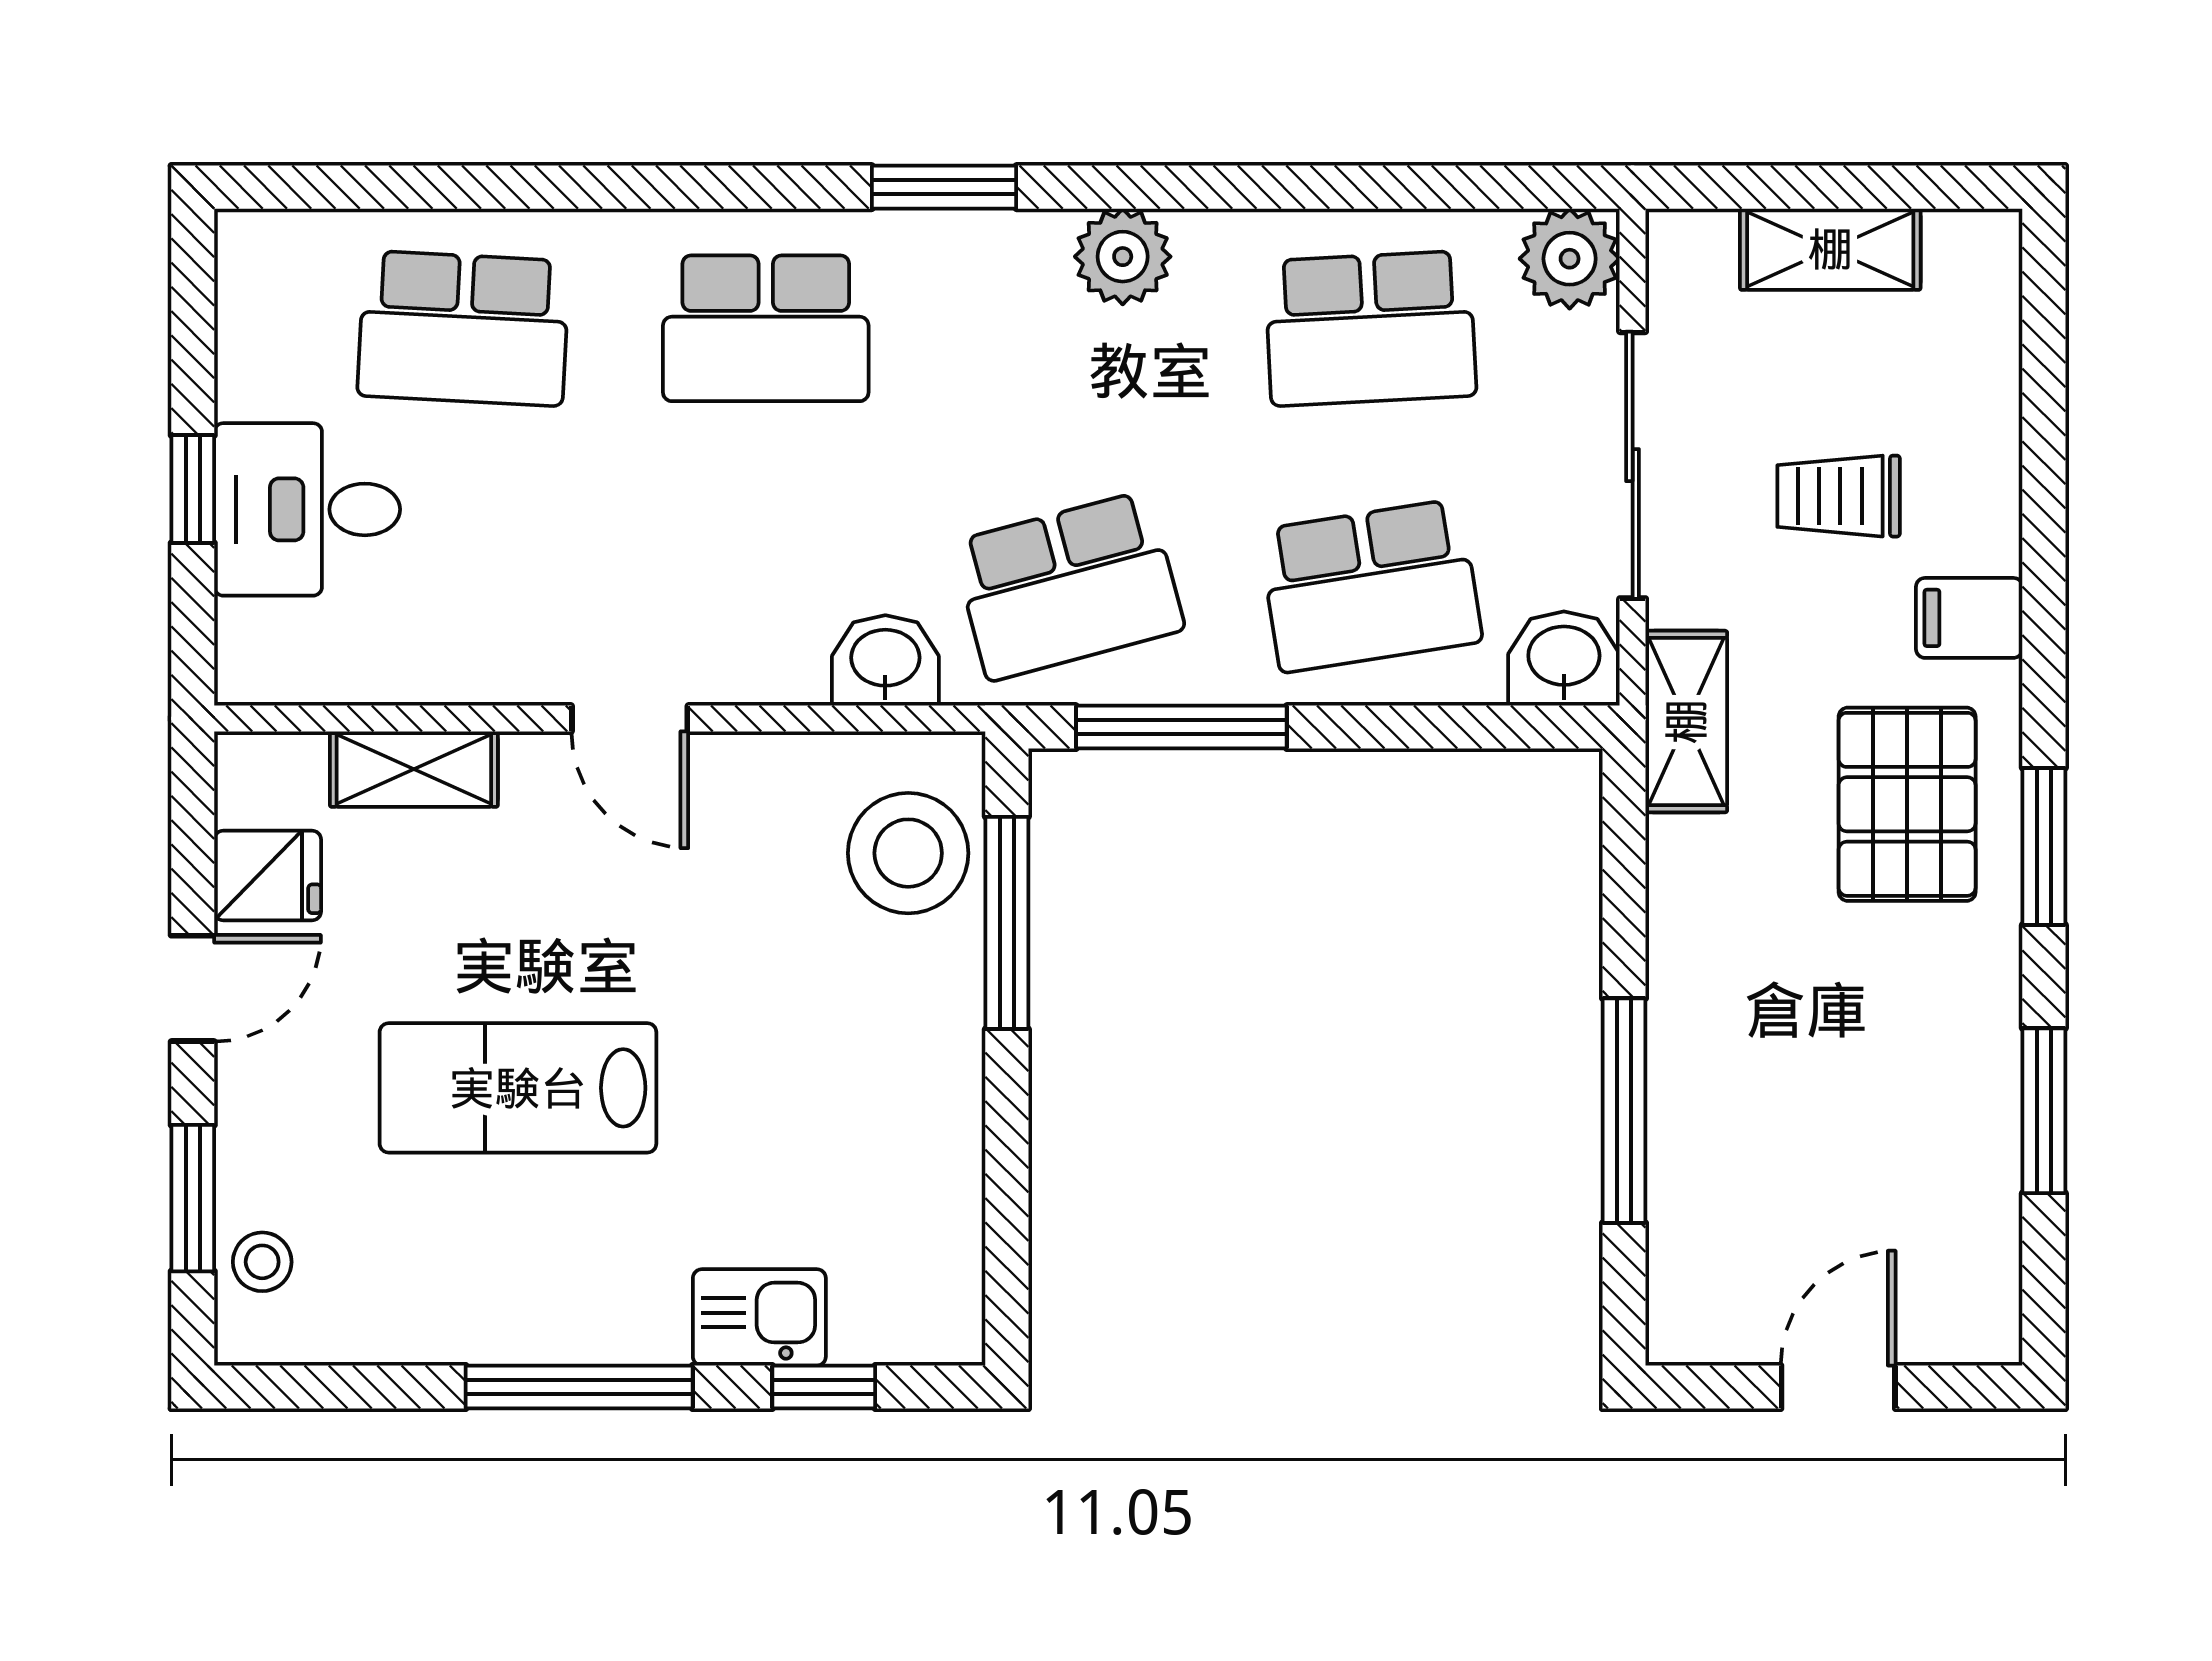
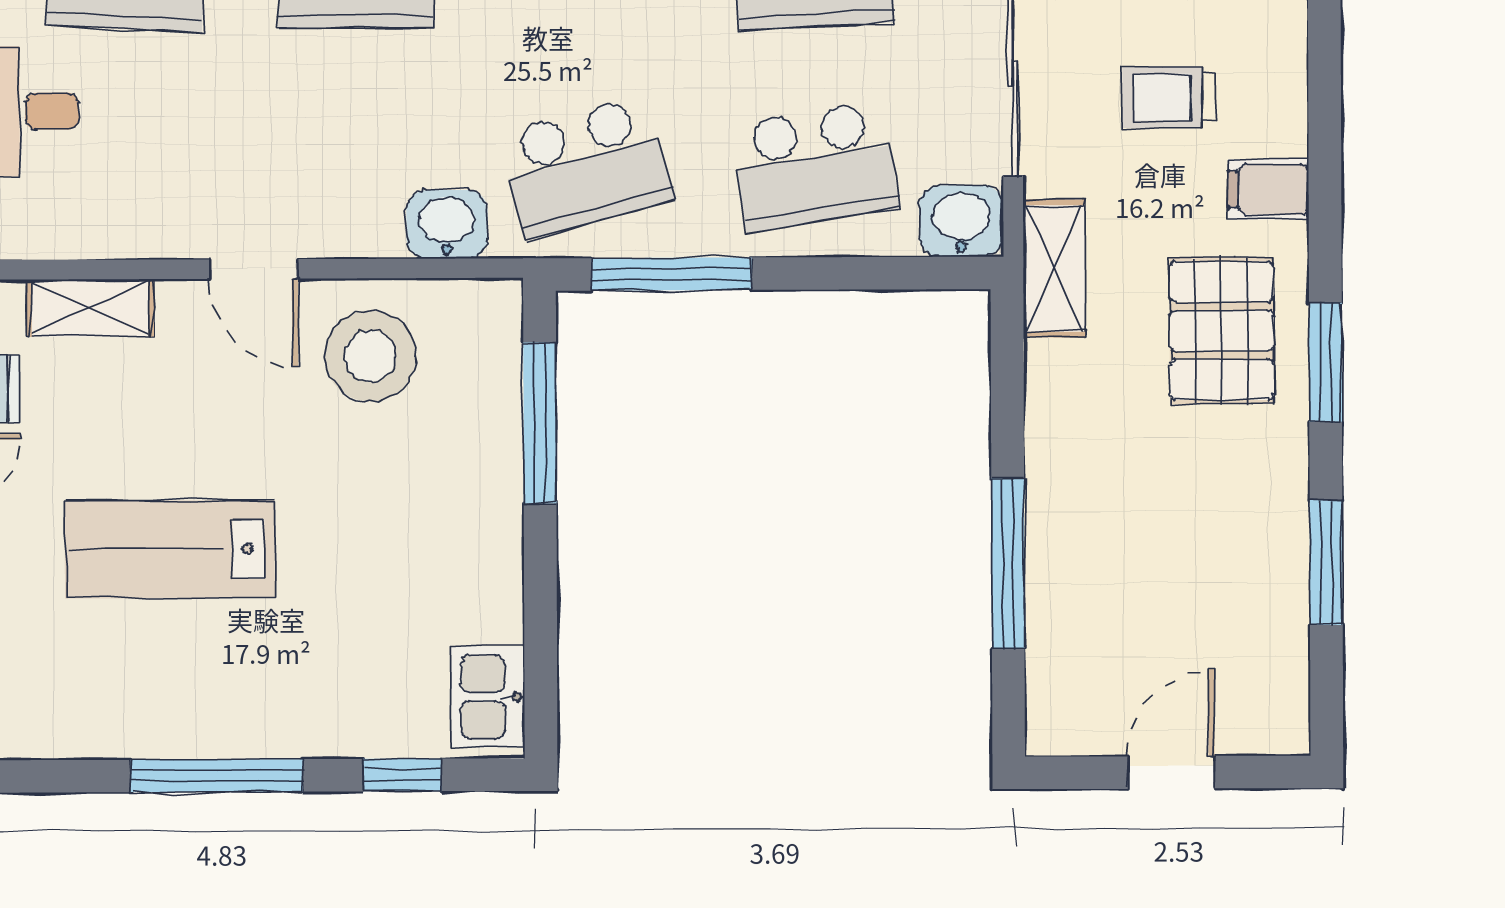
stool: (908, 853) -> (370, 356), moved
kitchen sink: (759, 1317) -> (488, 697), moved, turned -90

